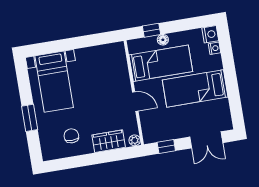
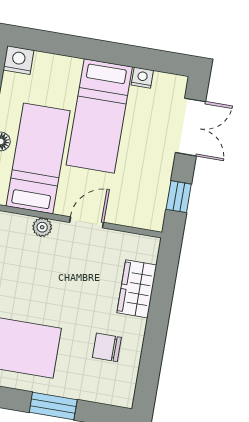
nightstand: (215, 48) -> (142, 78), moved
plant: (135, 140) -> (42, 227), moved

